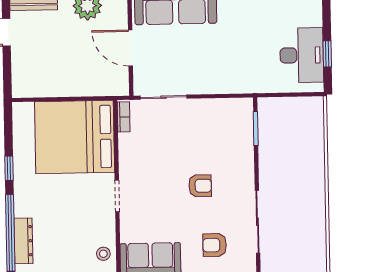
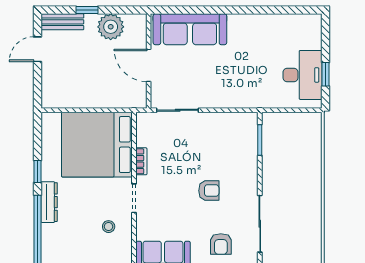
bookcase: (124, 117) -> (141, 161), moved
dresser: (23, 241) -> (49, 202), moved
armchair: (215, 245) -> (221, 244), turned -90
stool: (103, 254) -> (109, 227), moved

